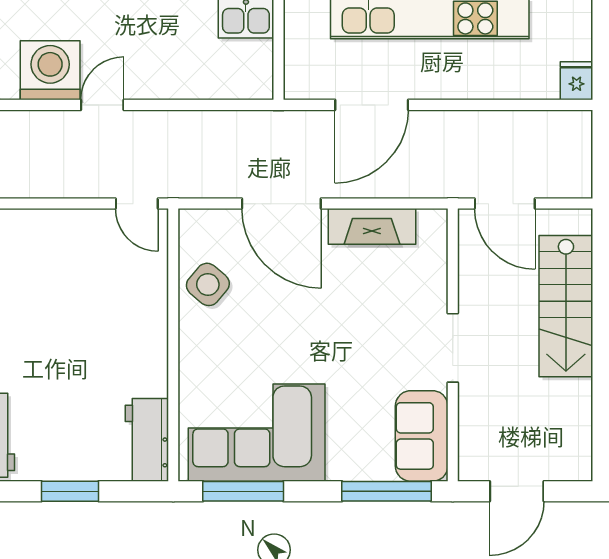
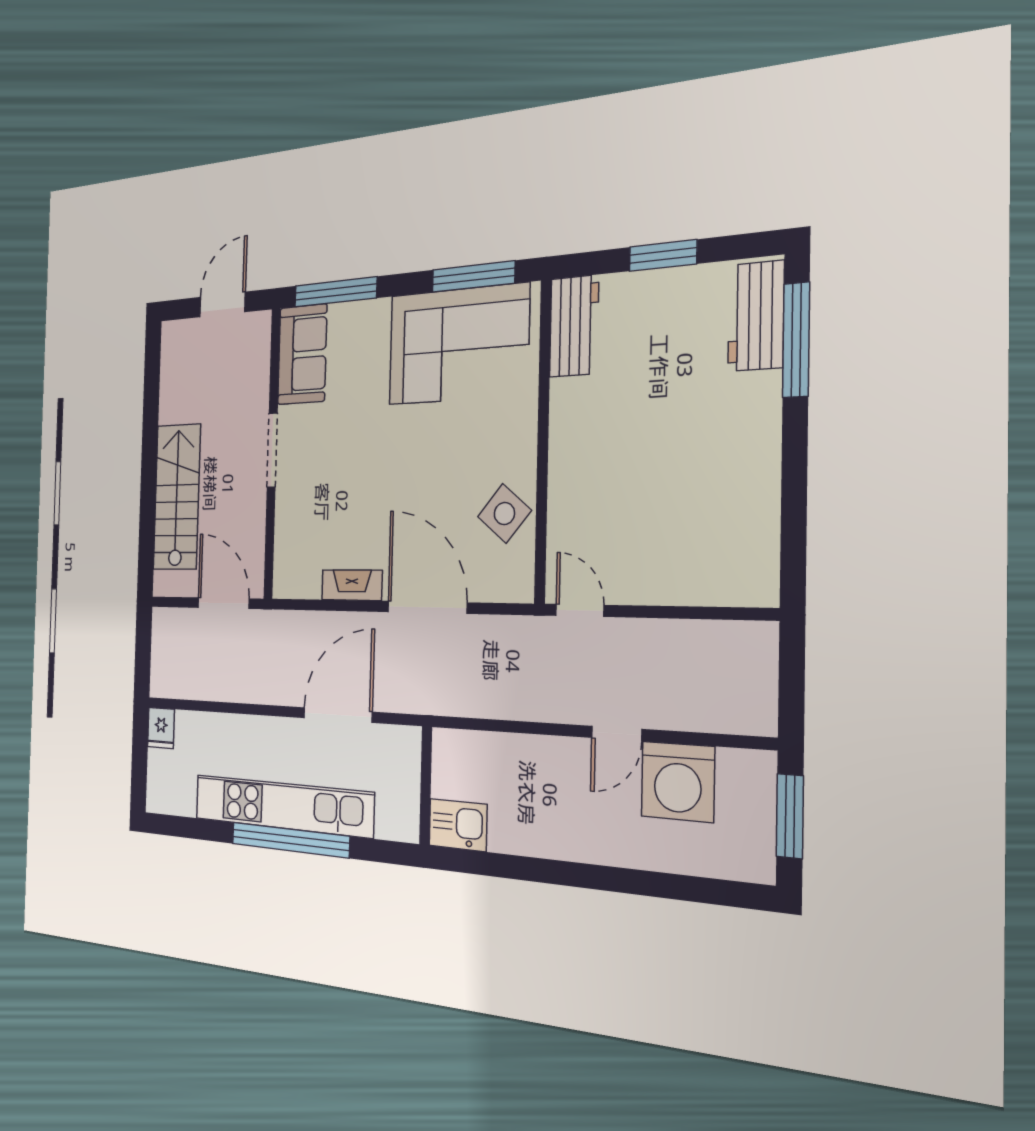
fireplace: (372, 226) -> (352, 585), width x0.73, depth x0.76

